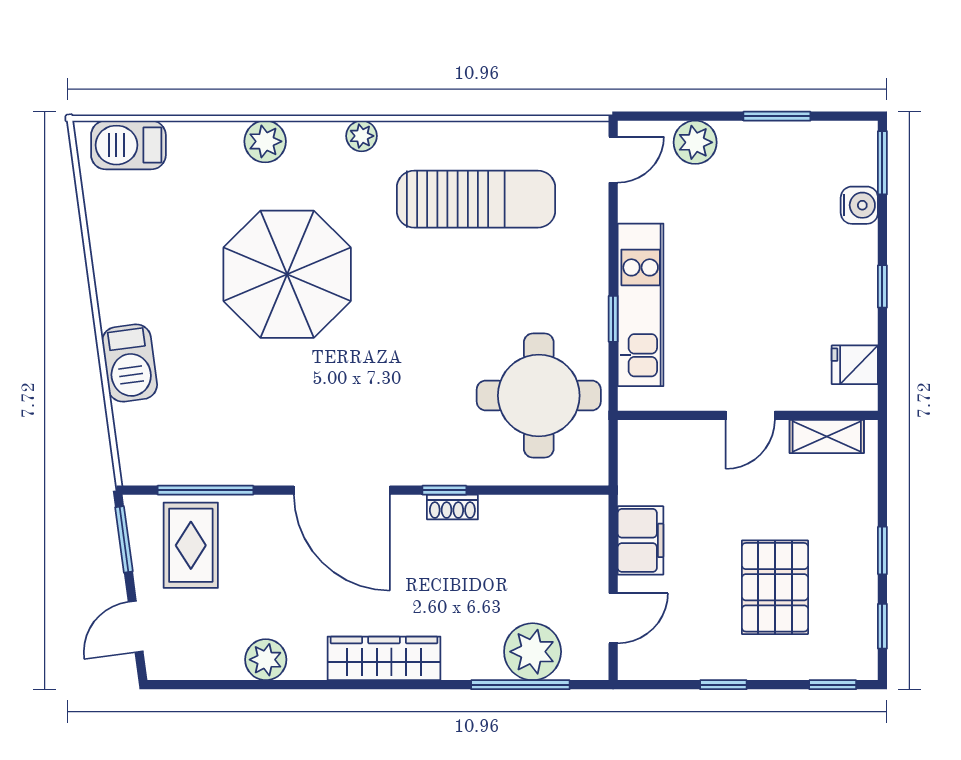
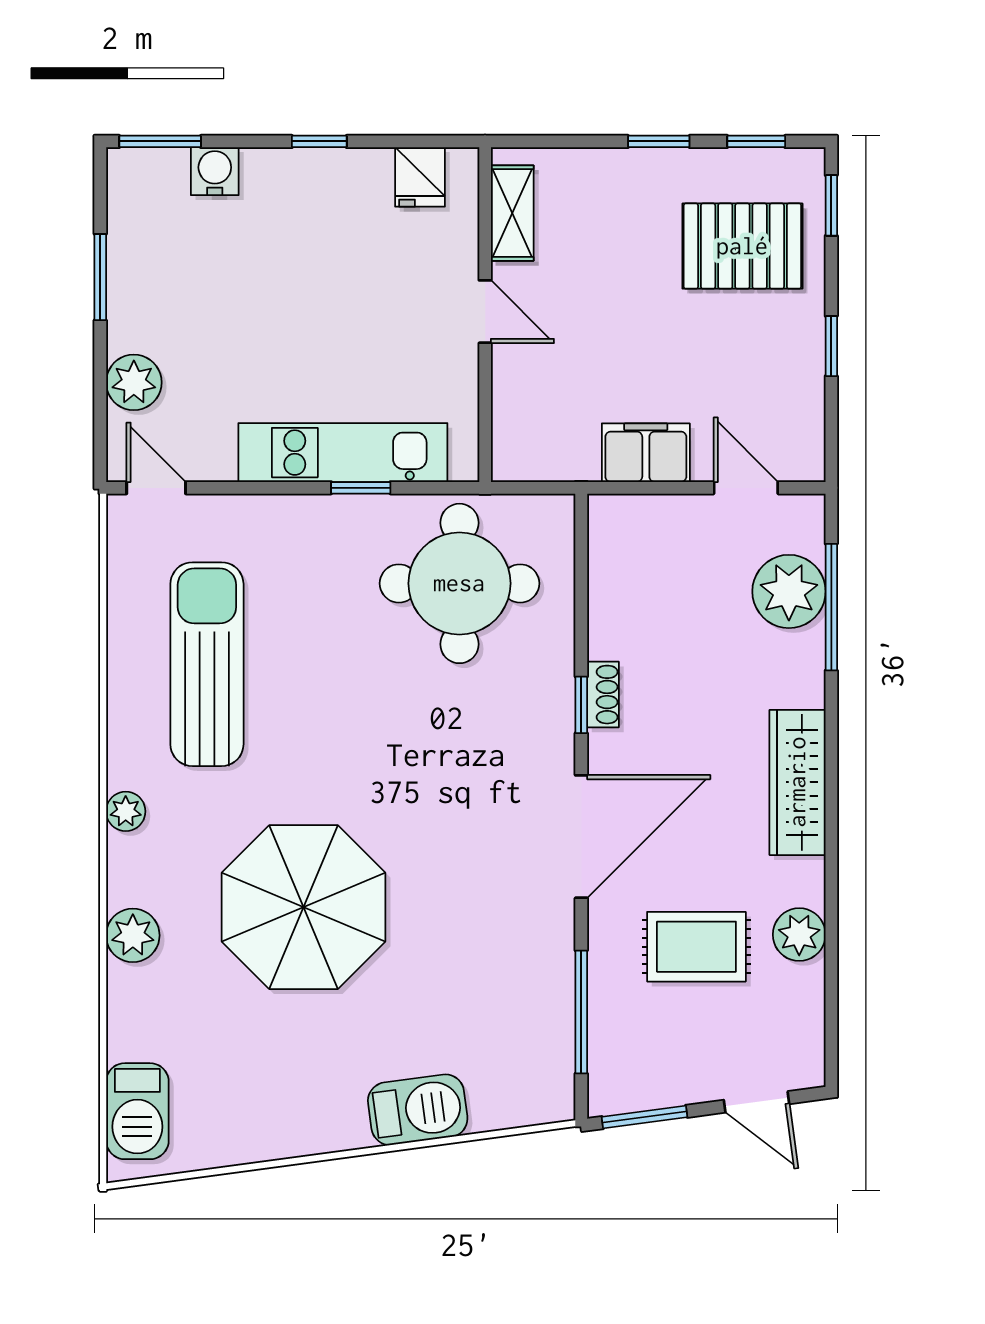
rug: (191, 545) -> (696, 947), moved
pallet: (775, 587) -> (742, 246), moved

